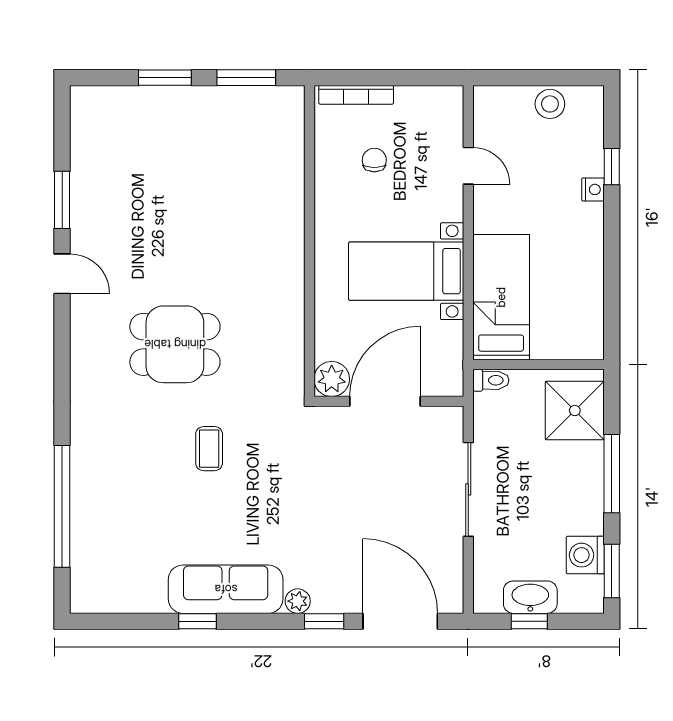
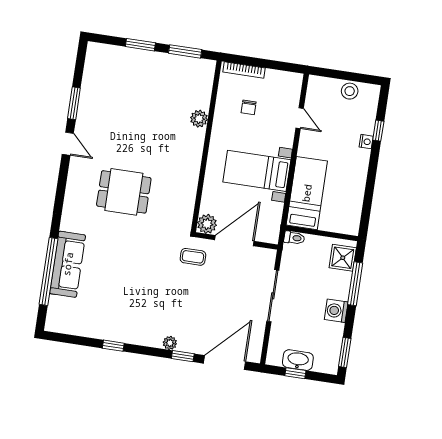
chair: (374, 160) -> (249, 107), turned 180
plant: (289, 194) -> (199, 119), added
shower: (575, 411) -> (343, 258), width x0.73, depth x0.73
coffee table: (209, 449) -> (193, 257), moved, turned 90
window: (612, 474) -> (355, 284), moved
washing machine: (585, 555) -> (336, 311), moved
sofa: (226, 589) -> (68, 264), moved, turned 90
door: (400, 621) -> (225, 362), hinge flipped

